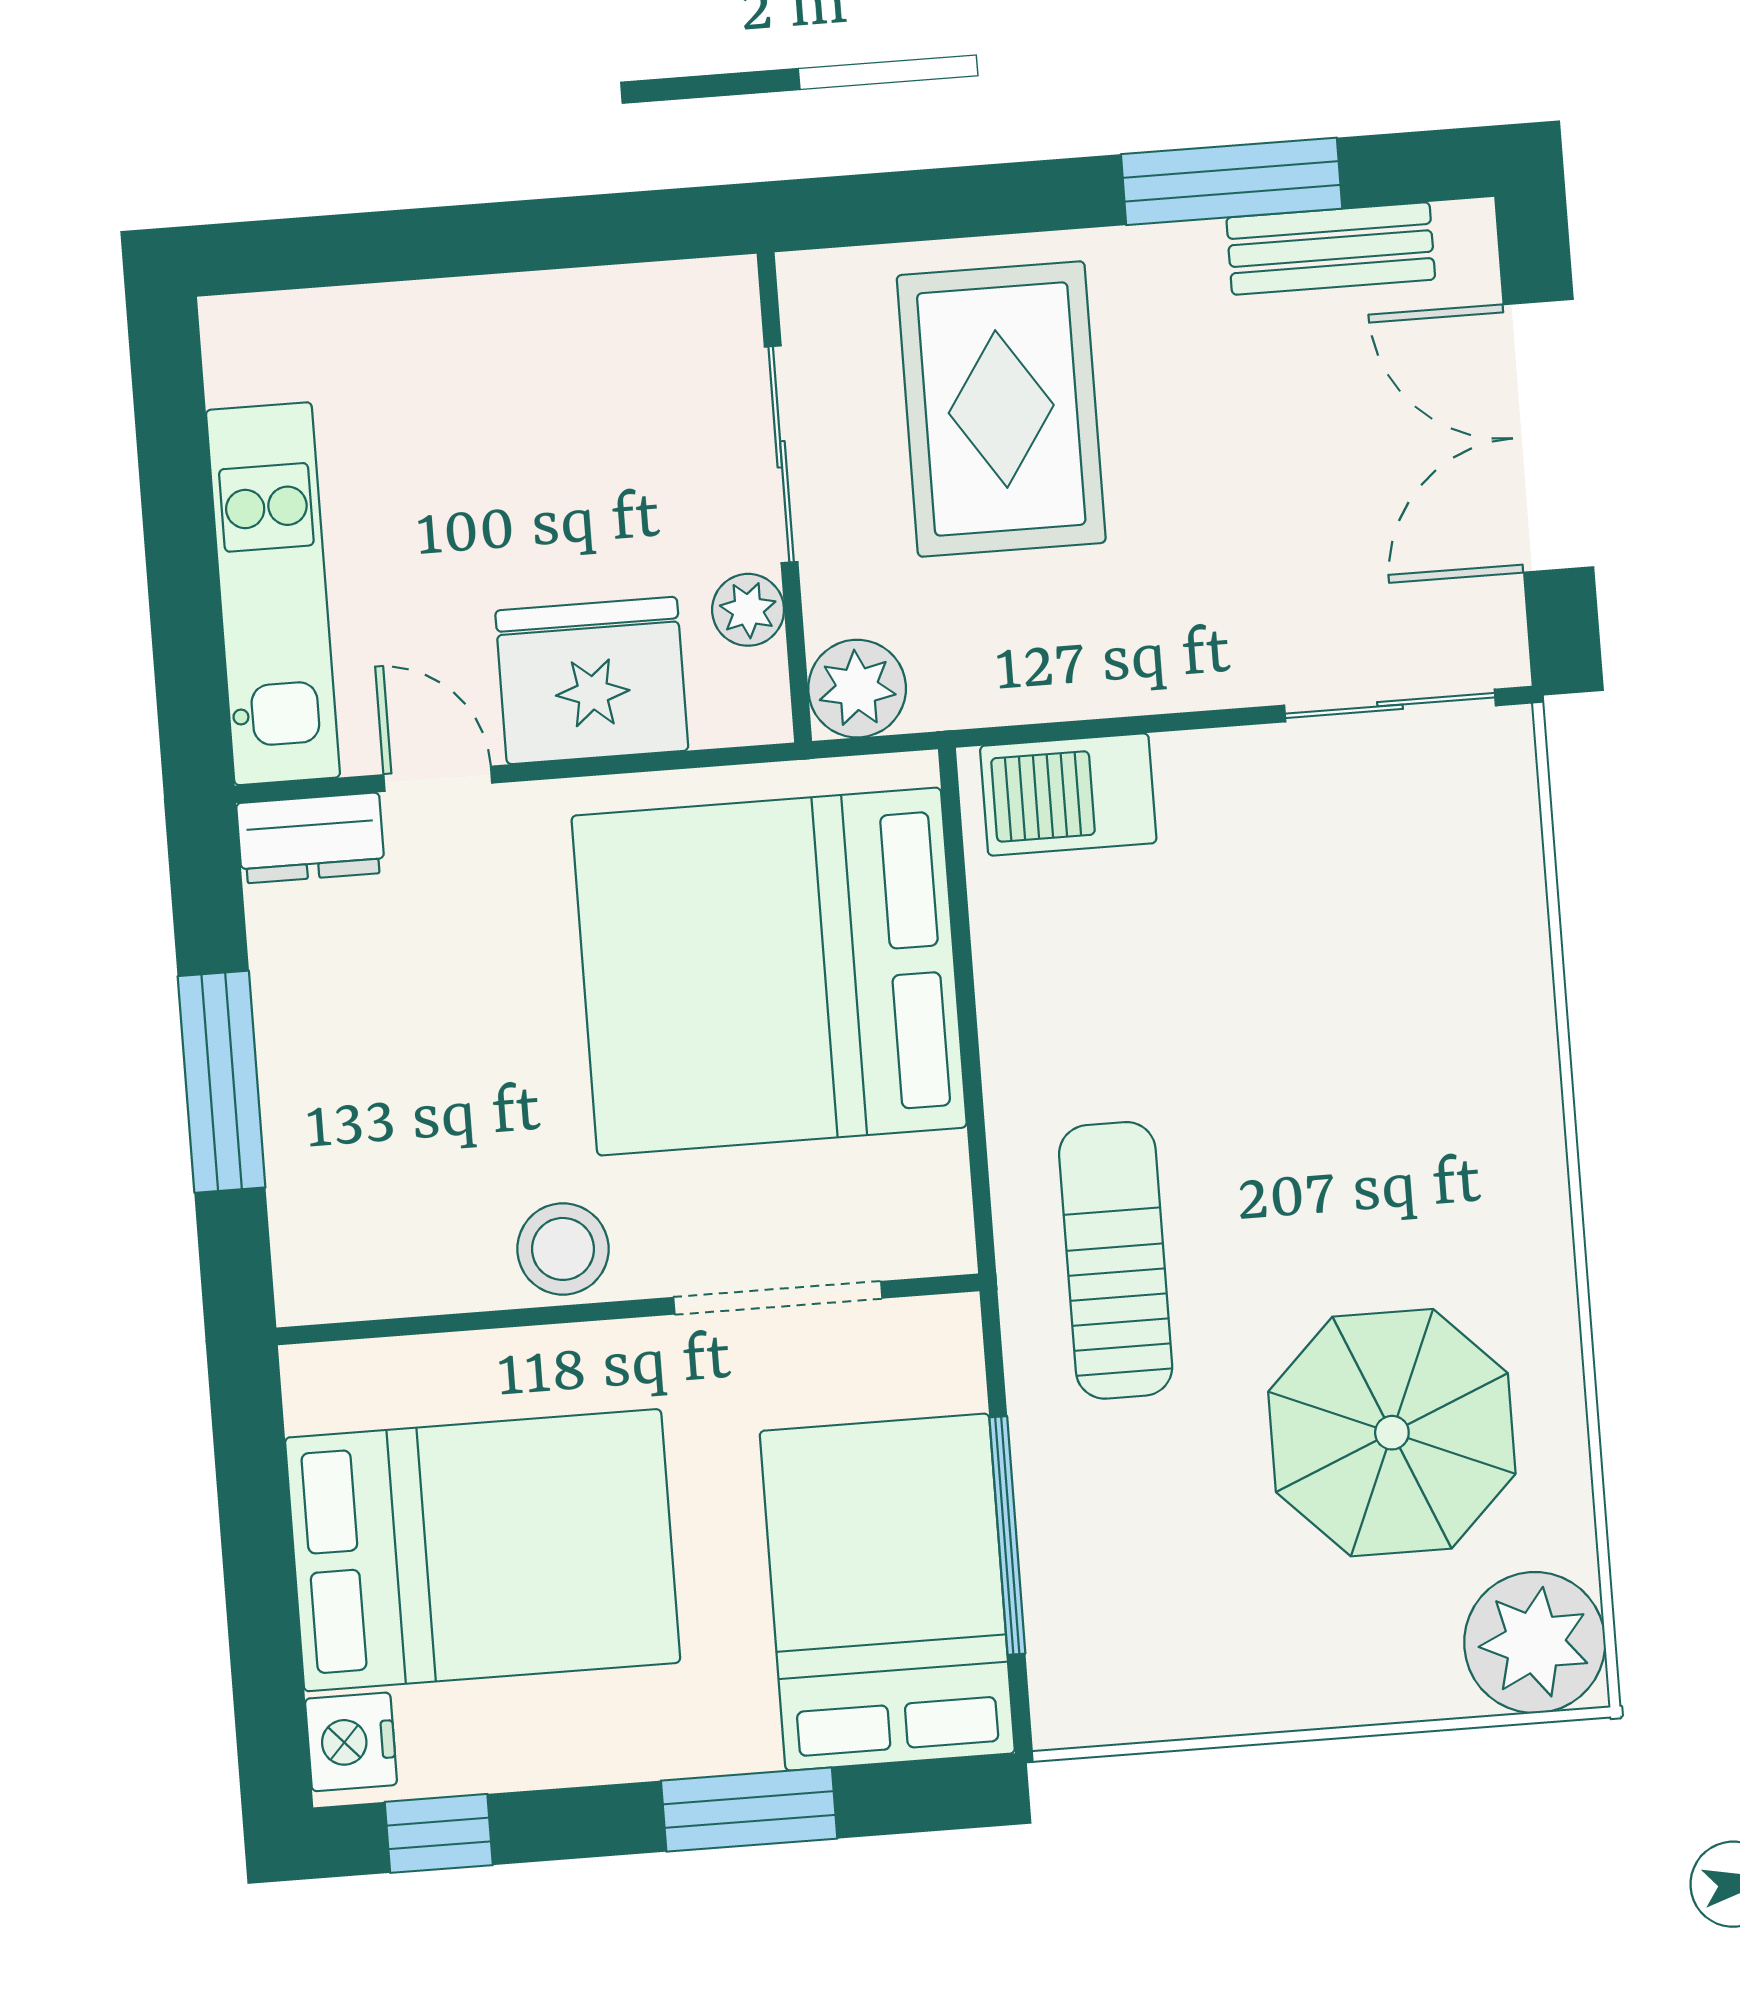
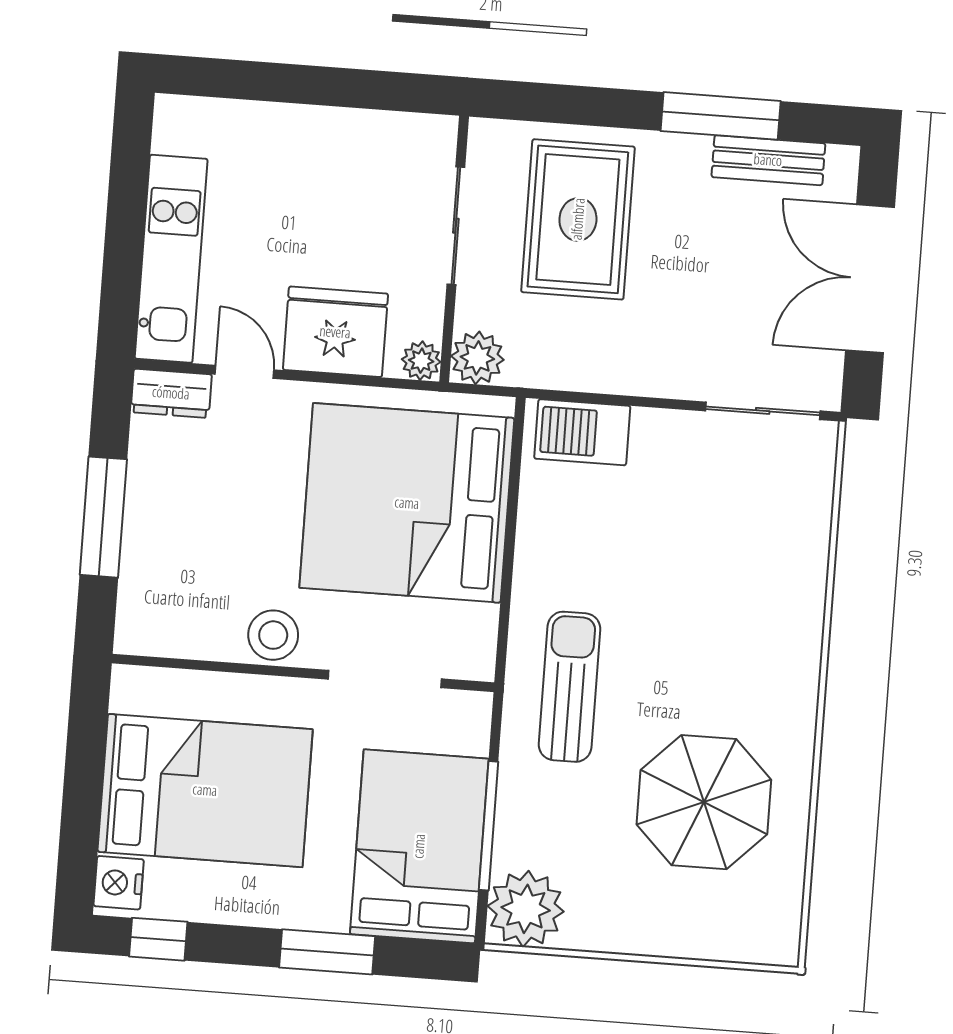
plant: (748, 610) -> (421, 361), moved
plant: (1535, 1643) -> (526, 909), moved

